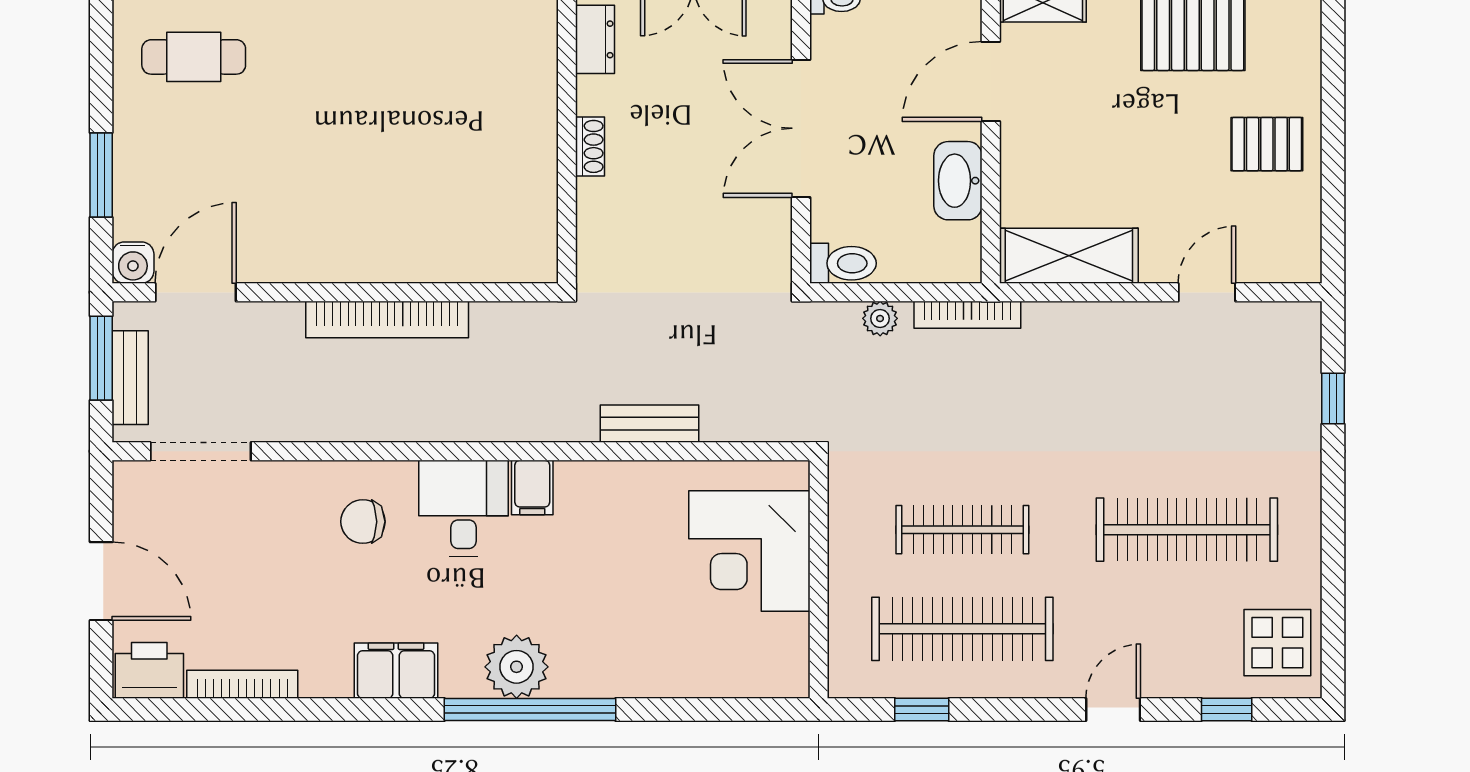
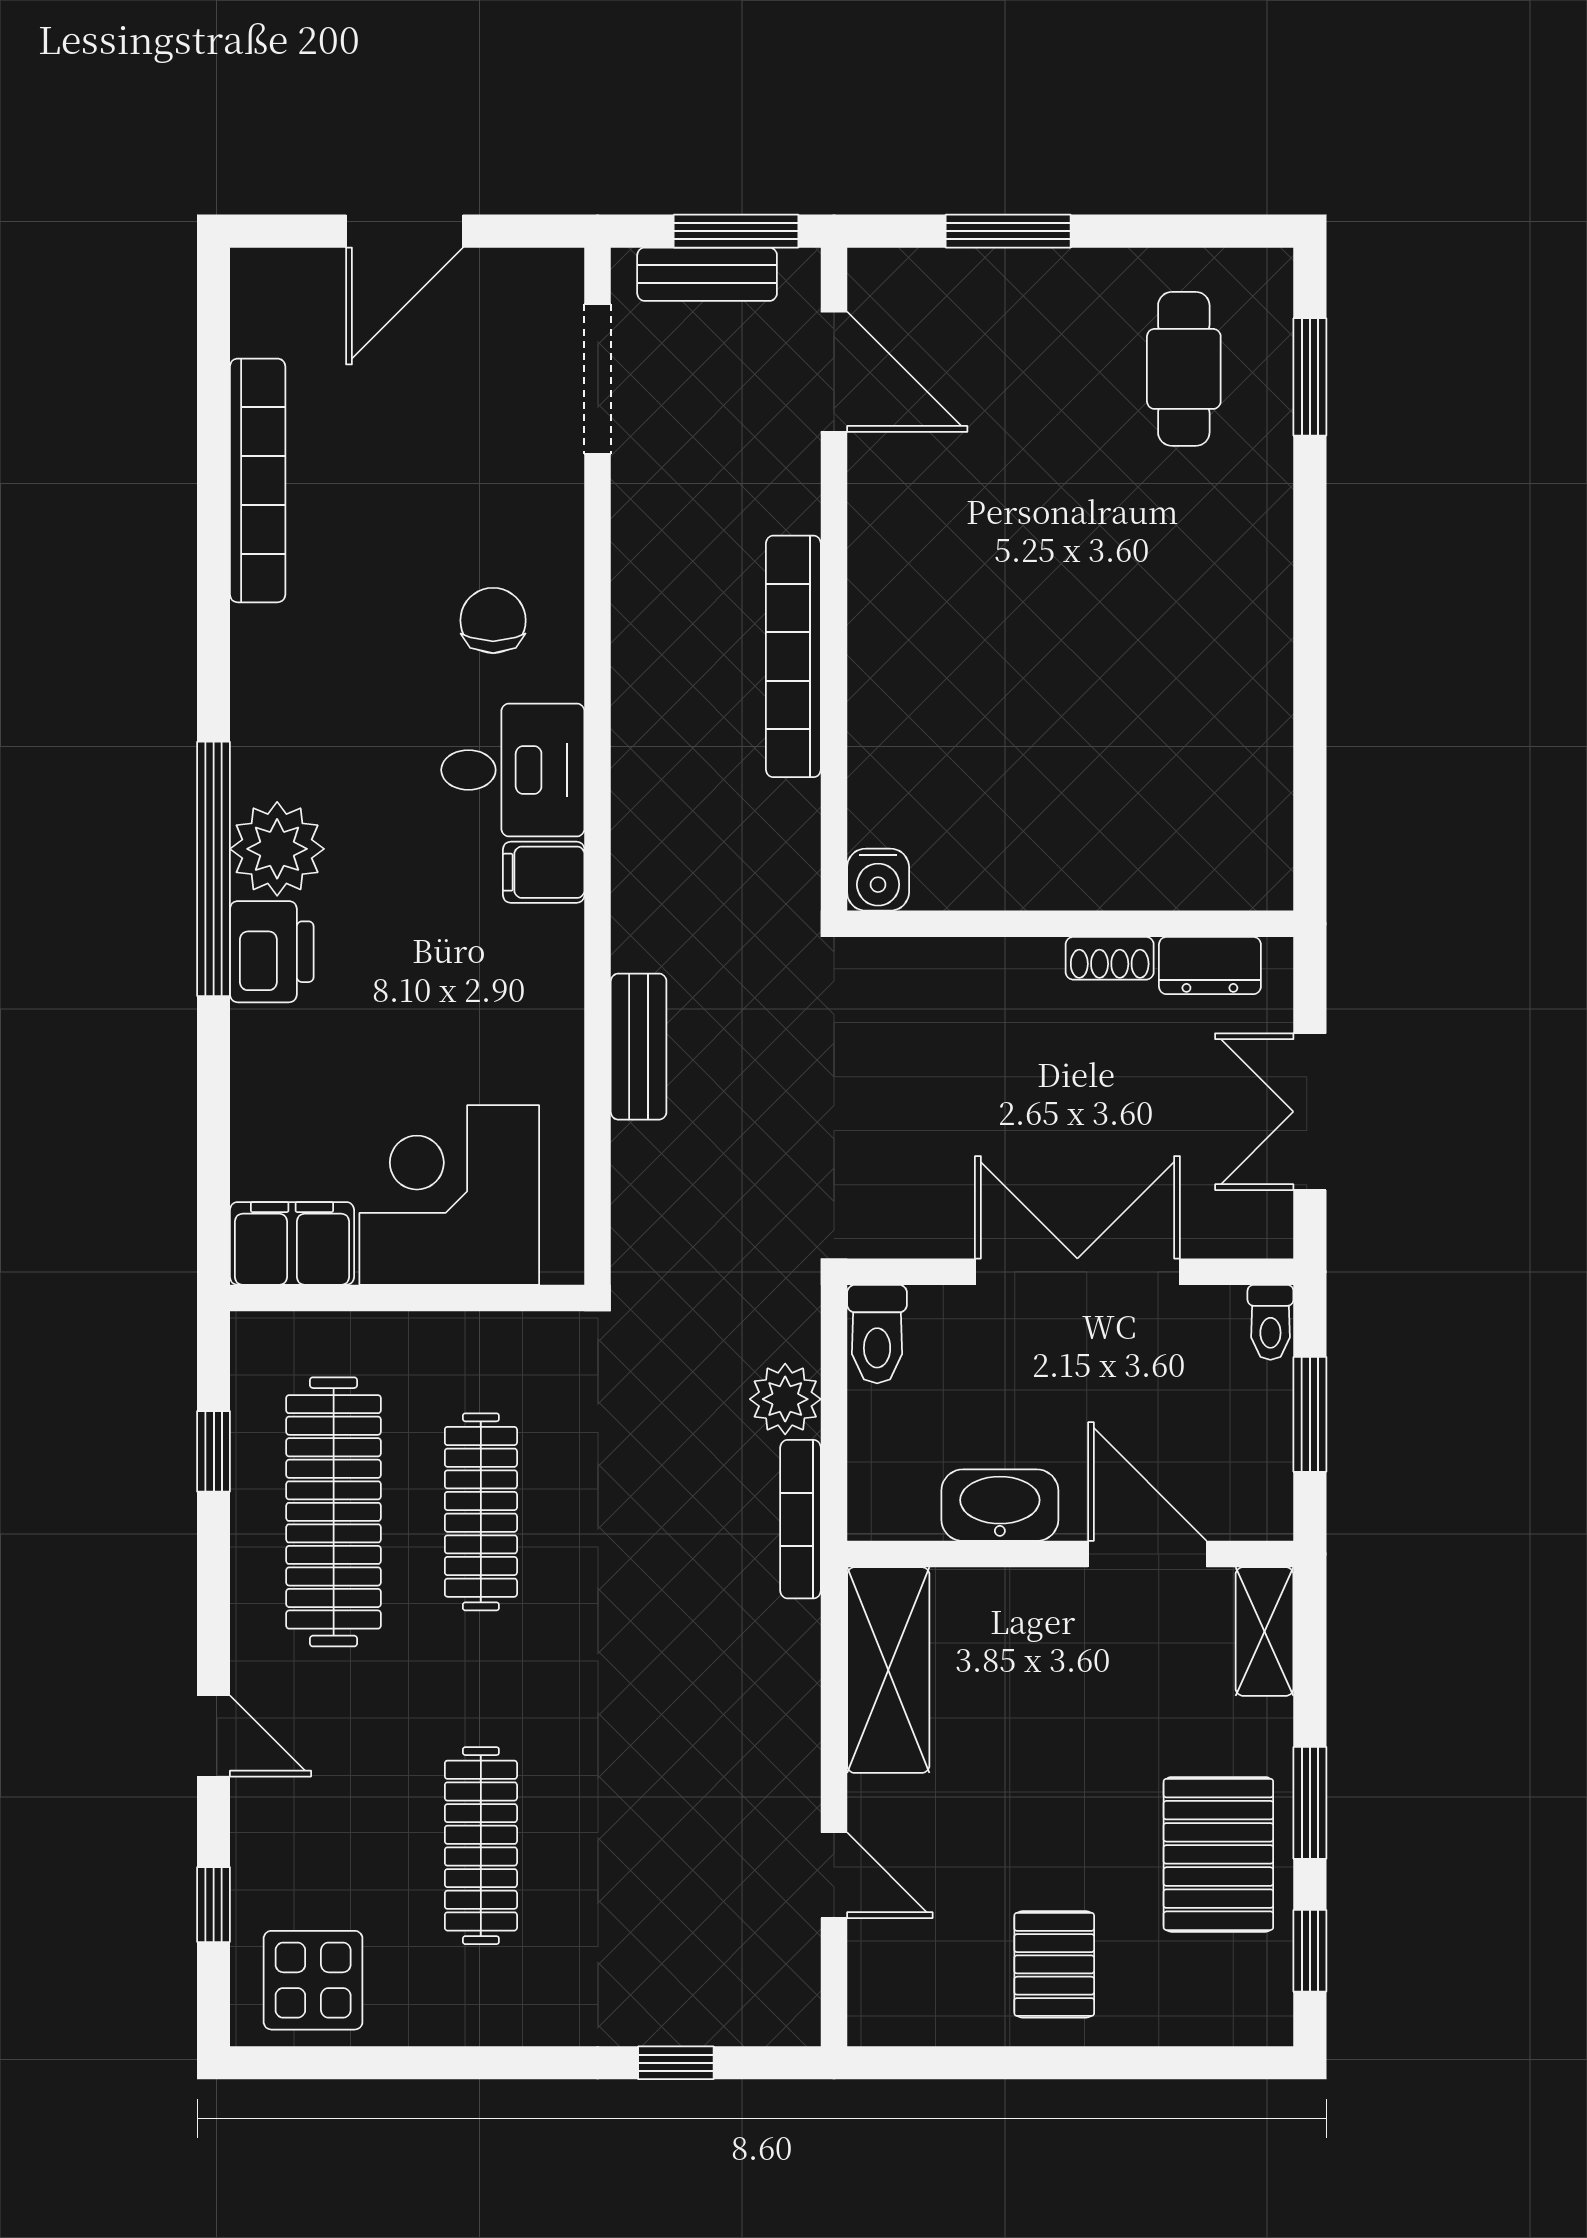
shoe rack: (590, 146) -> (1110, 958), moved
water cooler: (133, 263) -> (878, 880), moved, turned -90
plant: (880, 318) -> (785, 1399), width x1.38, depth x1.38
clothes rail: (1187, 530) -> (481, 1846), width x0.73, depth x0.76
printer: (149, 670) -> (272, 952), moved
filing cabinet: (396, 671) -> (292, 1243), moved, turned -90
bookcase: (242, 684) -> (258, 480), width x1.48, depth x1.31

